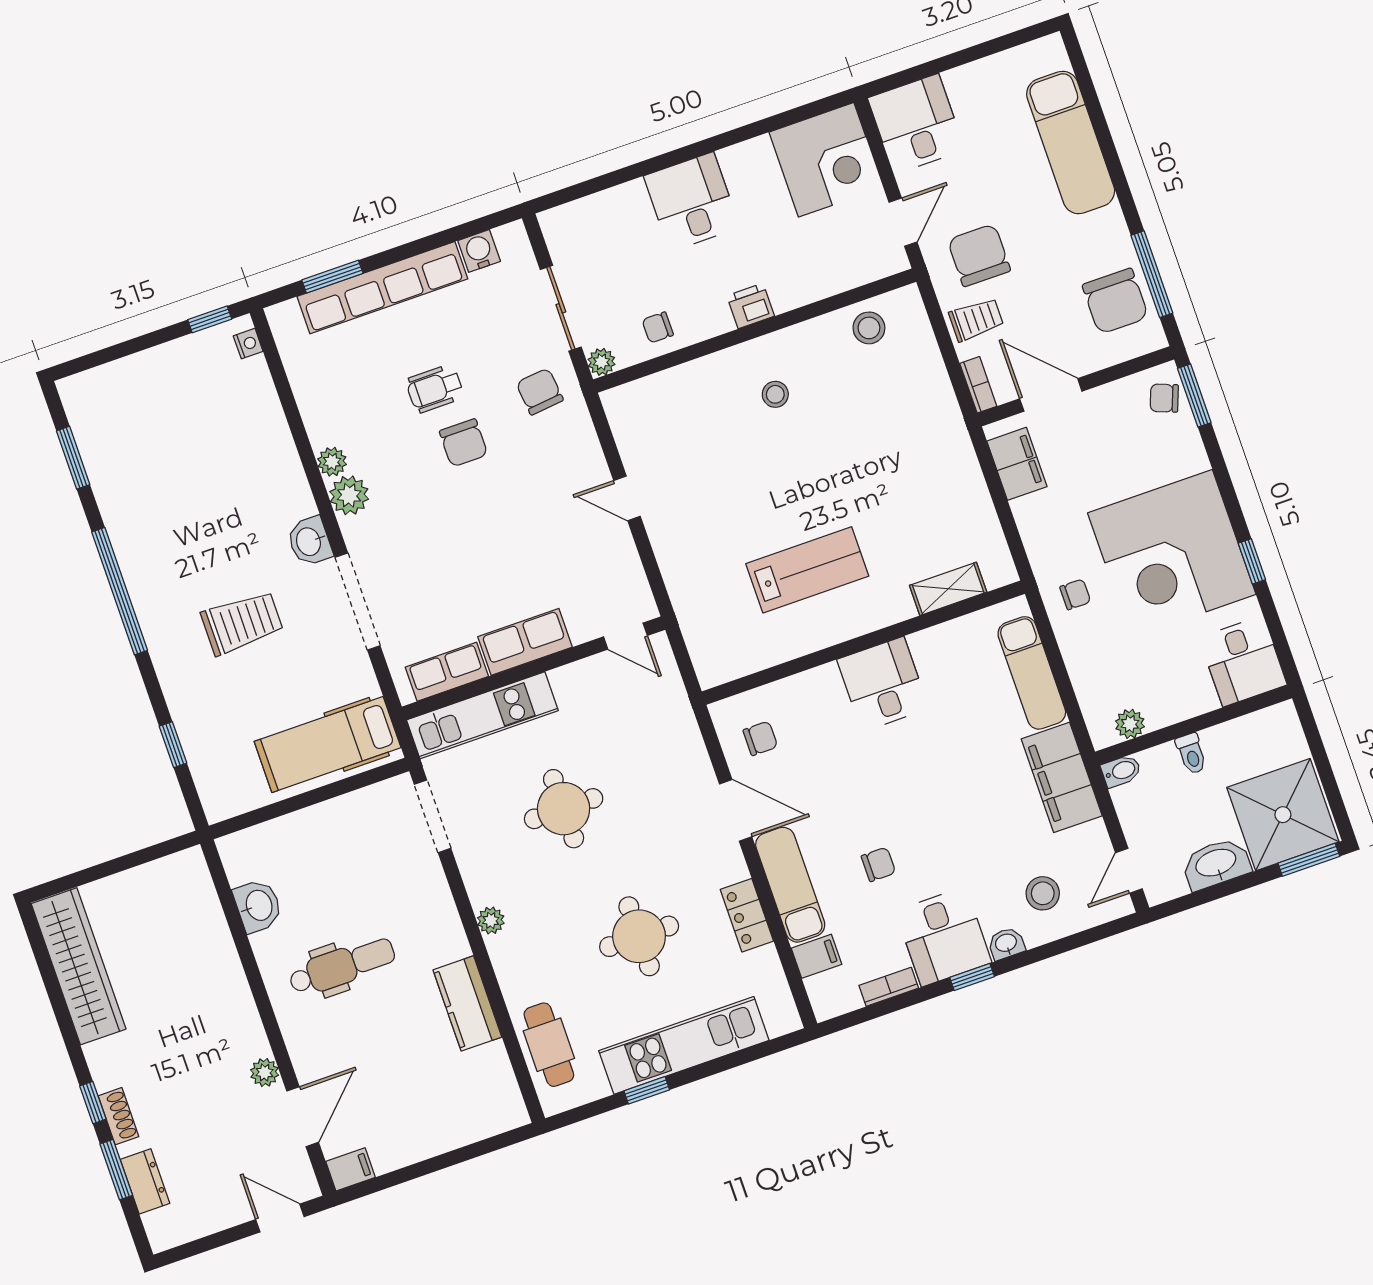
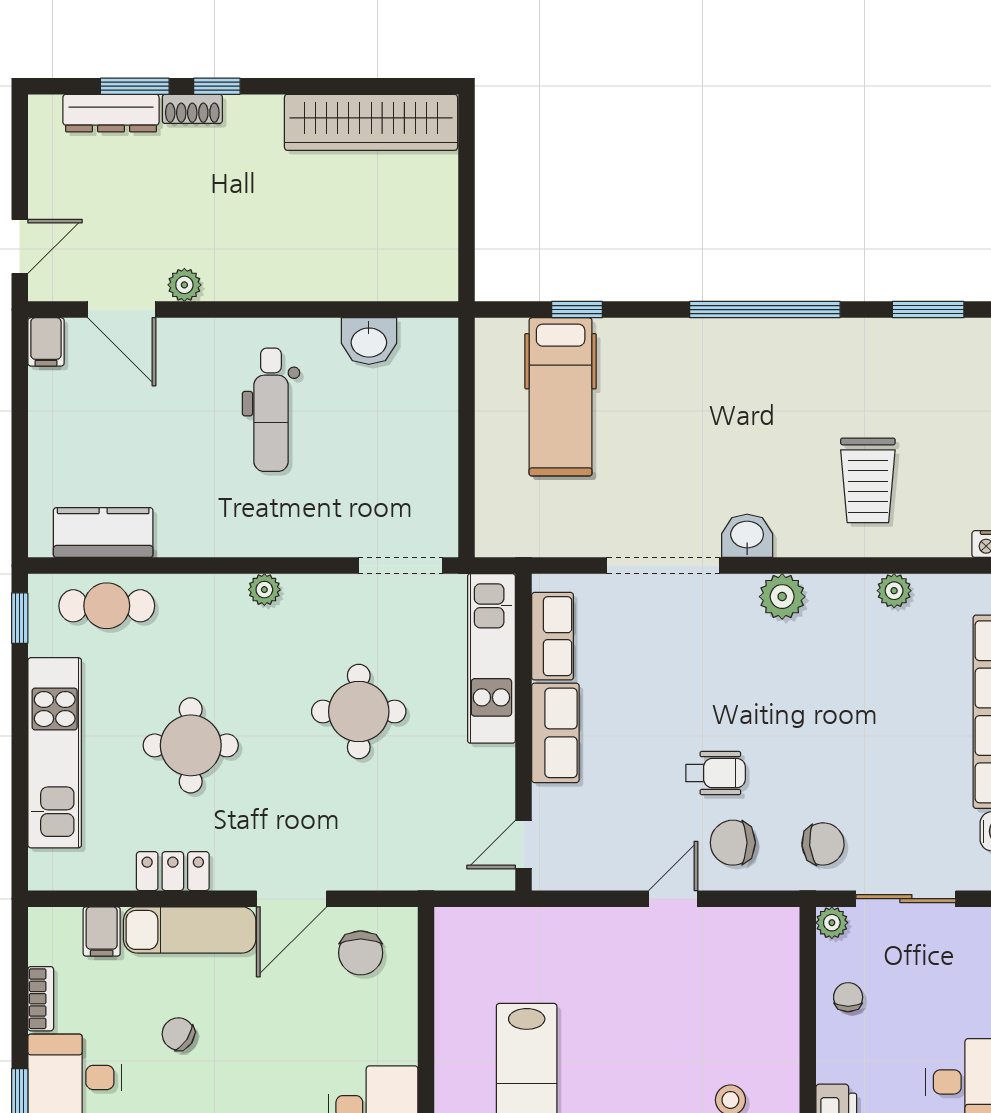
wheelchair: (435, 389) -> (716, 773), moved, turned 90
chair: (464, 443) -> (733, 843), moved
plant: (332, 462) -> (894, 591), moved
trolley: (242, 623) -> (868, 480), moved
chair: (760, 738) -> (361, 953), width x1.37, depth x1.37
hospital bed: (328, 745) -> (561, 397), moved, turned 180
chair: (878, 864) -> (178, 1034), turned 124
kitchen counter: (467, 1003) -> (103, 533), moved
window: (647, 1090) -> (20, 618), moved
dresser: (145, 1181) -> (111, 113), width x1.44

